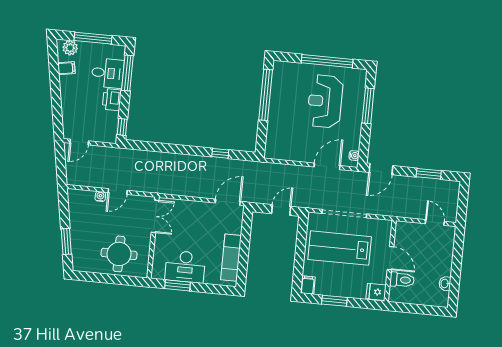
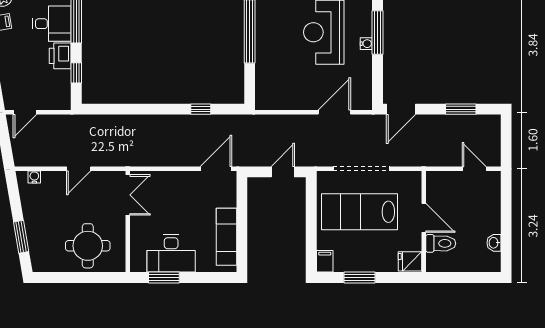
window: (122, 127) -> (76, 73), moved
water cooler: (354, 156) -> (366, 44), moved
water cooler: (100, 196) -> (34, 177), moved

